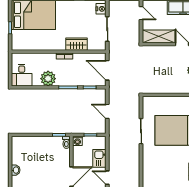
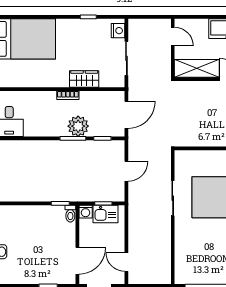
door: (107, 70) -> (126, 115), swing flipped
plant: (48, 79) -> (78, 126), moved
door: (107, 111) -> (126, 171), swing flipped
kitchen sink: (99, 158) -> (105, 214), moved, turned -90

